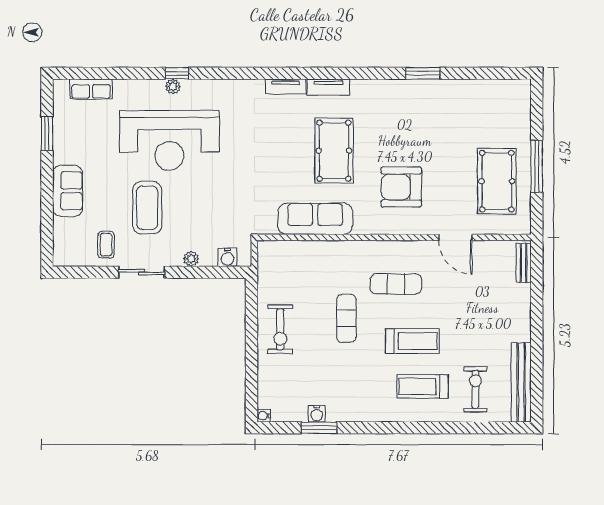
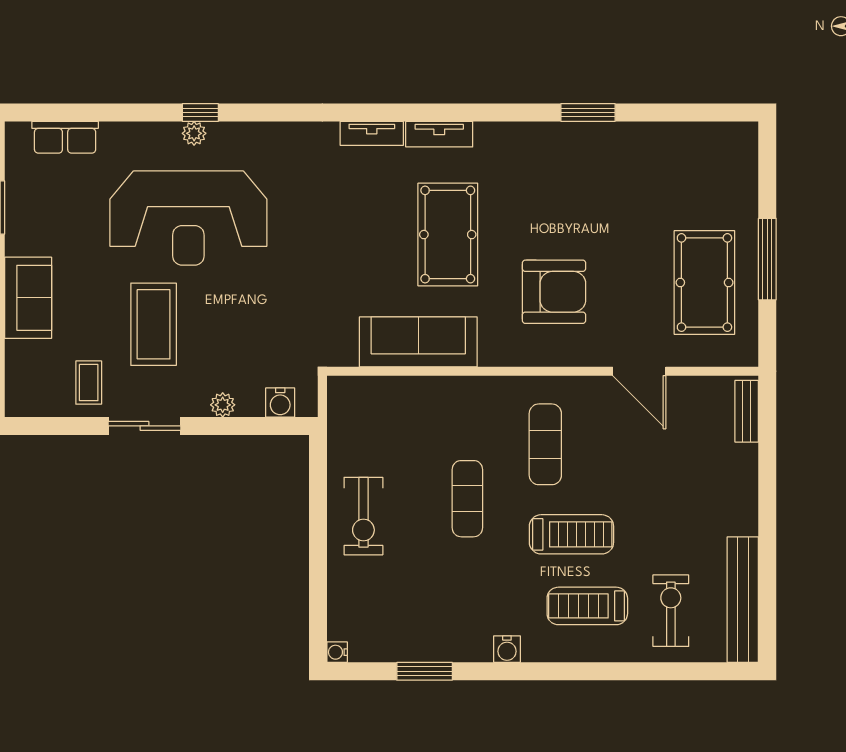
armchair: (401, 187) -> (554, 292), turned 180
exercise mat: (396, 284) -> (545, 444), turned 90
water cooler: (317, 414) -> (507, 649), moved

